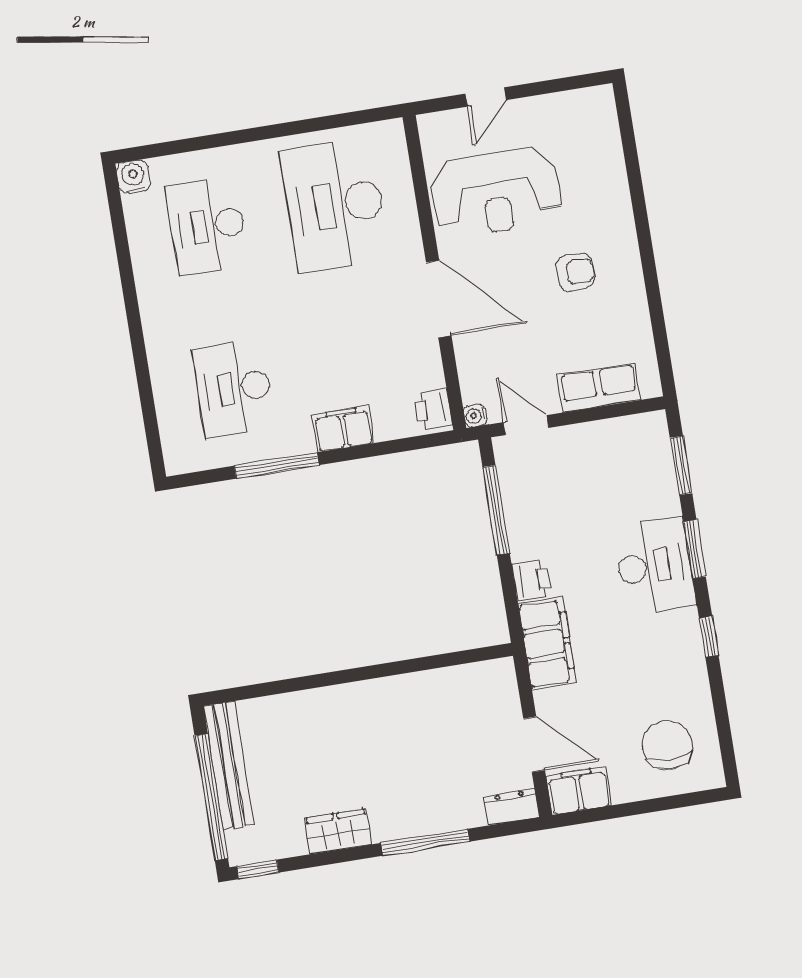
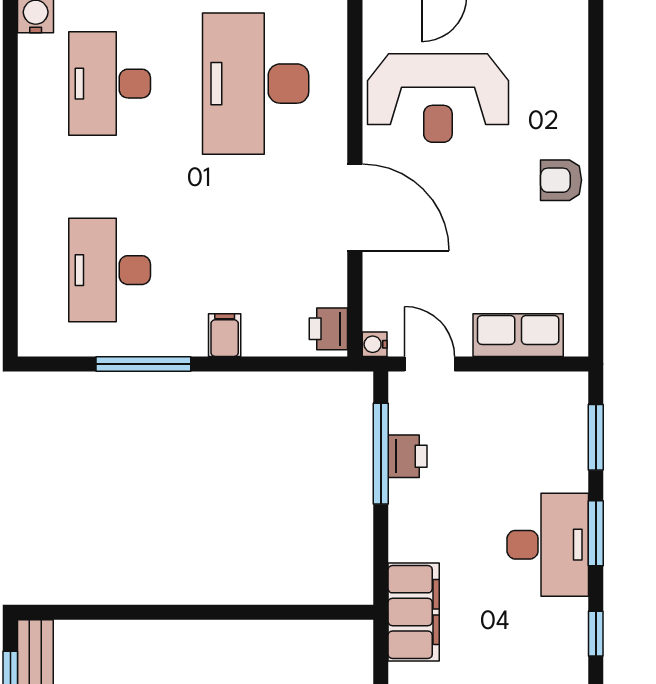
armchair: (575, 272) -> (561, 180), moved, turned 180
filing cabinet: (343, 429) -> (225, 335), width x0.50
printer: (531, 580) -> (408, 456), moved

